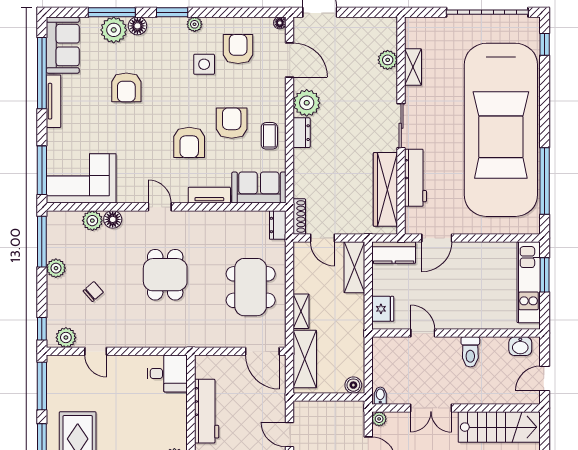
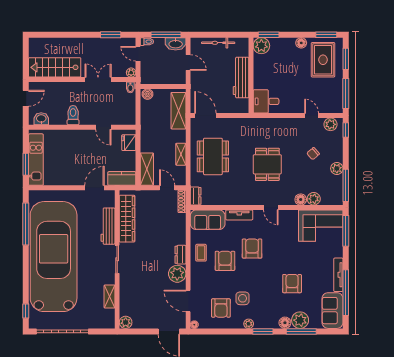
plant: (388, 60) -> (126, 322), moved
armchair: (232, 123) -> (225, 261), turned 180
shelving: (301, 311) -> (181, 154), moved

